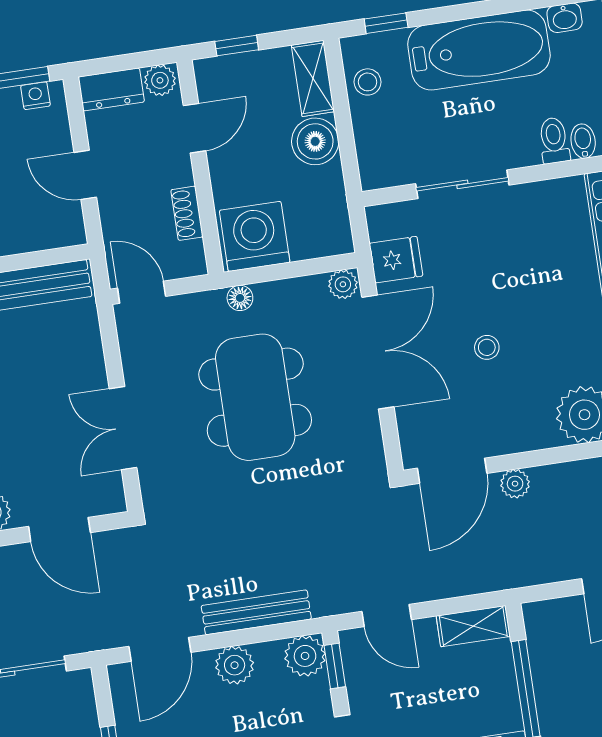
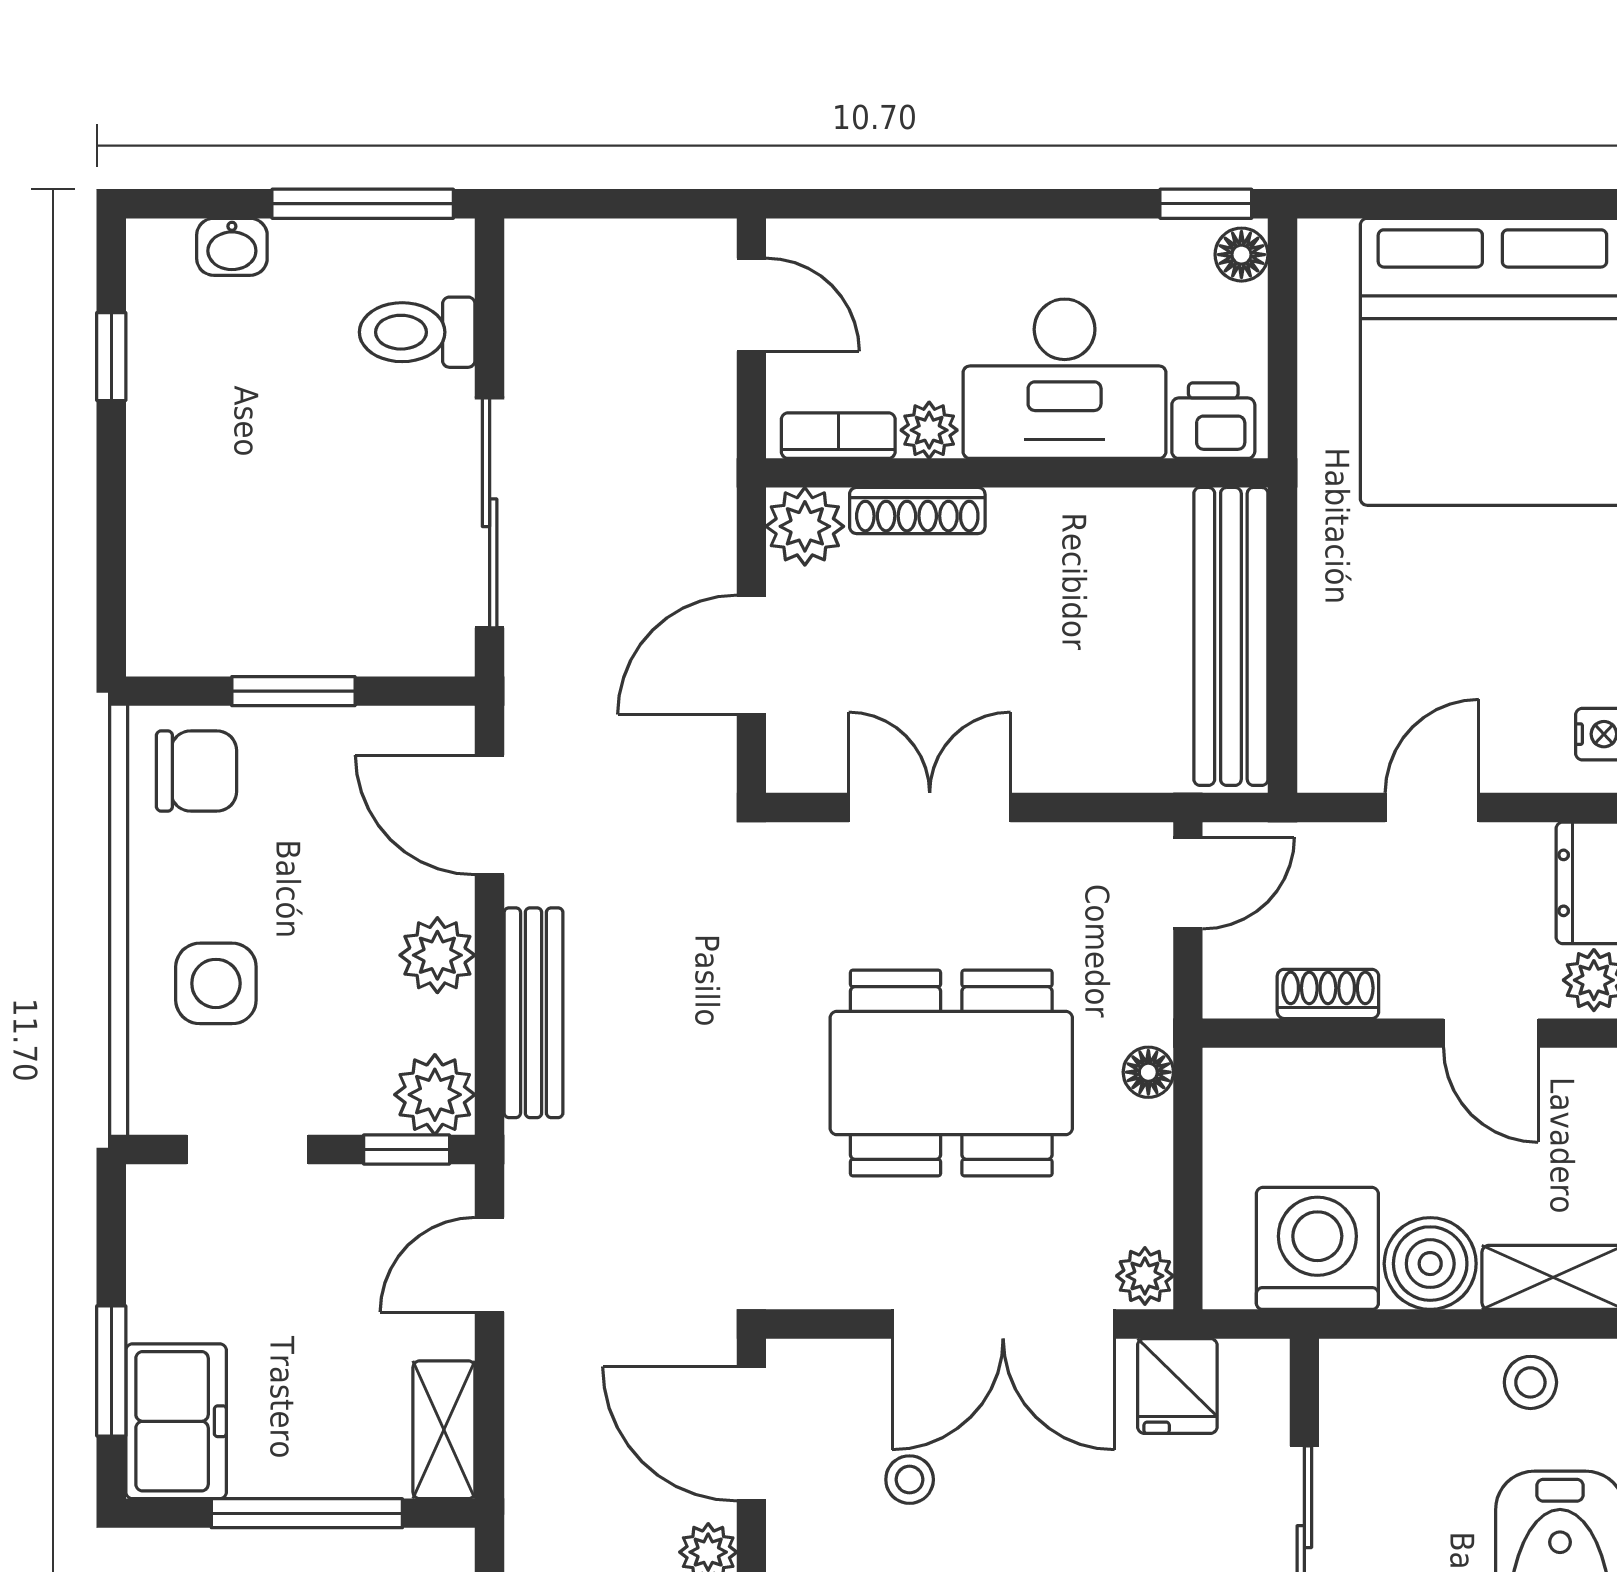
washing machine: (255, 236) -> (1317, 1248), moved, turned -90
stool: (487, 347) -> (910, 1480), moved

